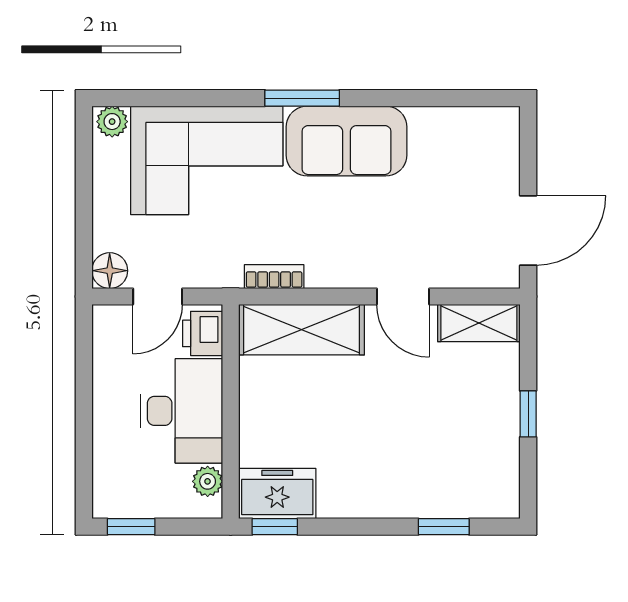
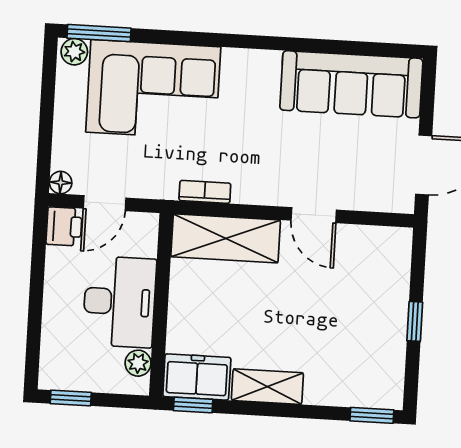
window: (302, 98) -> (99, 33), moved
sofa: (347, 141) -> (351, 84), moved, width x1.36
floor lamp: (110, 271) -> (61, 183), width x0.73, depth x0.73
shelving: (479, 323) -> (267, 387), moved
printer: (203, 333) -> (64, 226), moved, turned 180
window: (444, 527) -> (372, 415), moved

